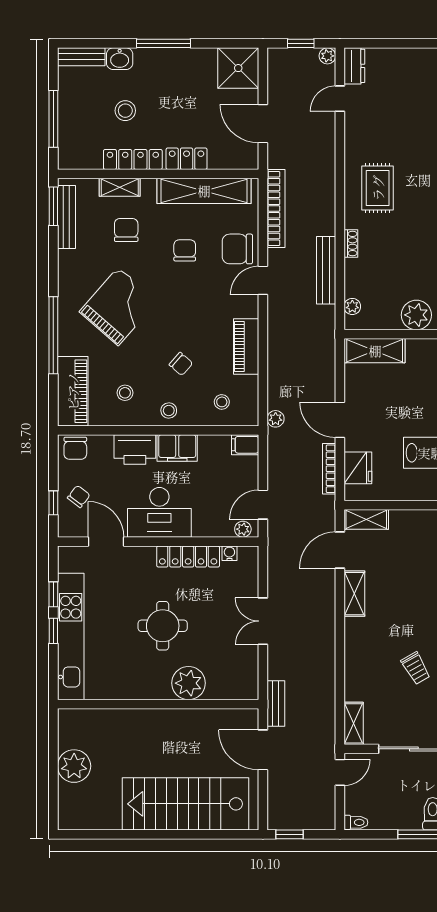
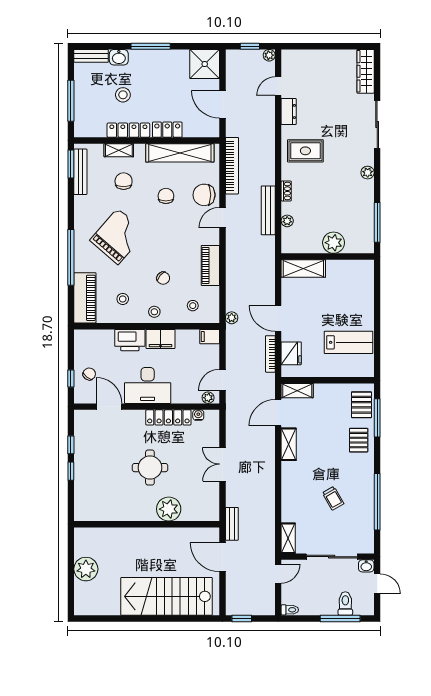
dresser: (354, 66) -> (289, 111), moved
rug: (378, 188) -> (305, 151), turned 90
plant: (352, 306) -> (287, 221), moved
chair: (75, 448) -> (87, 339), removed
kitchen unit: (71, 636) -> (83, 475), removed

